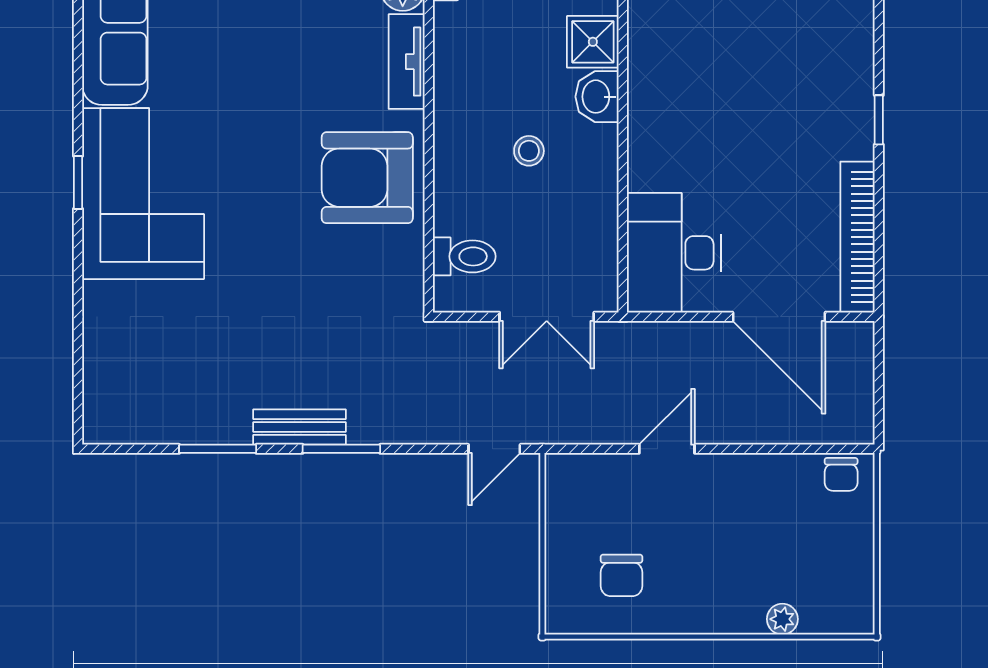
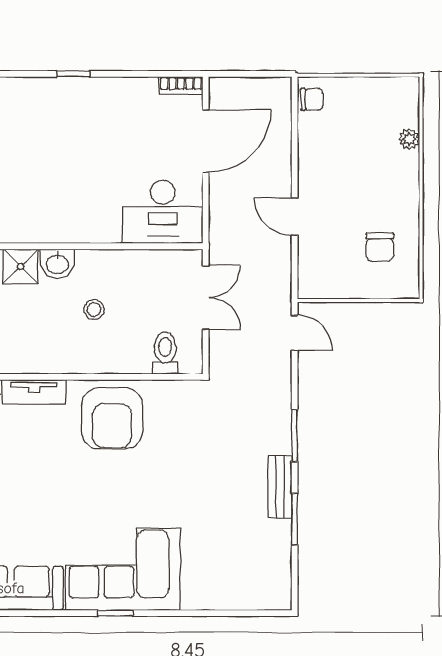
bookcase: (858, 237) -> (181, 86), width x0.43, depth x0.76
bench: (300, 427) -> (280, 487), moved
chair: (621, 575) -> (380, 247), turned 90

